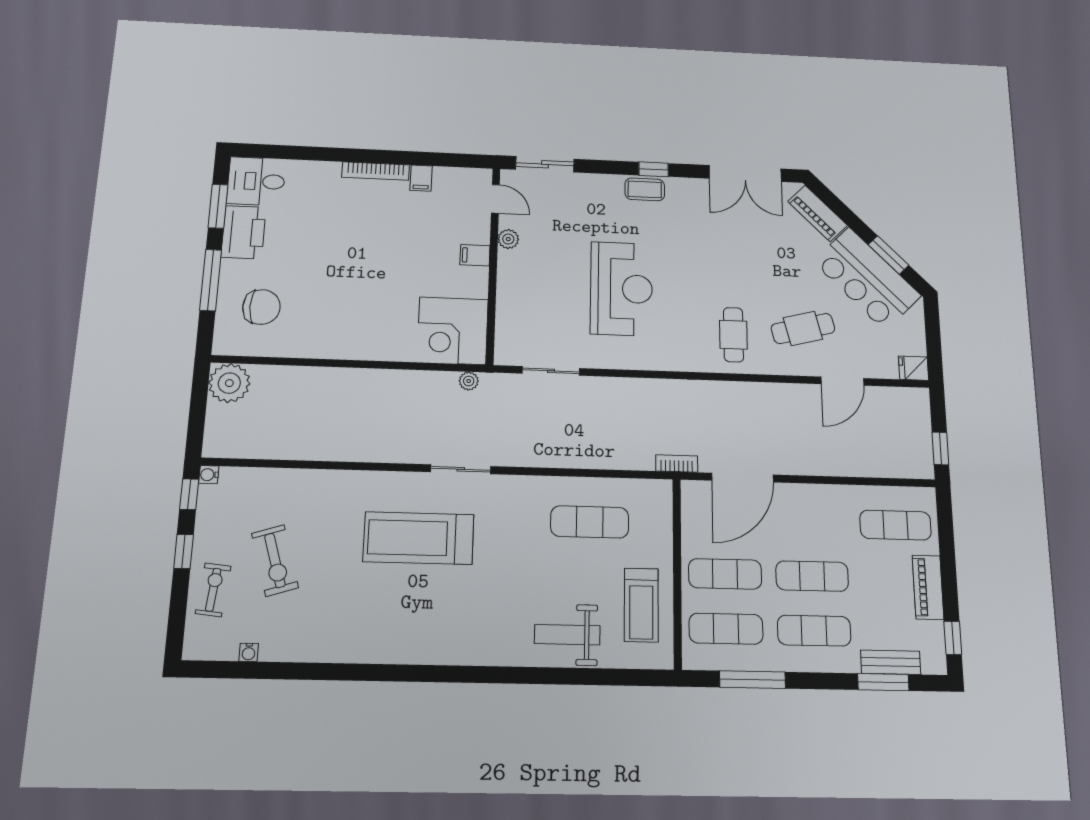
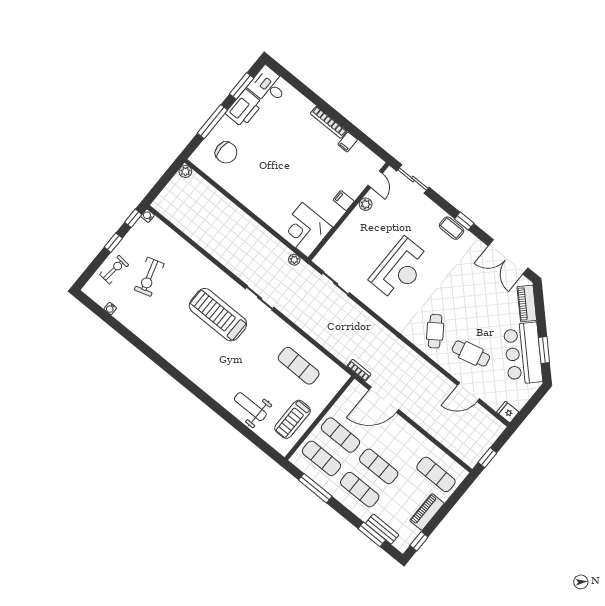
cafe table: (733, 335) -> (435, 331), turned -35
plant: (229, 383) -> (185, 171), width x0.53, depth x0.53

